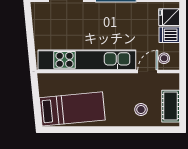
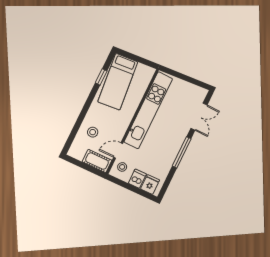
door: (148, 72) -> (118, 150), swing flipped
cot: (171, 106) -> (97, 161), moved
window: (76, 130) -> (101, 77), added

